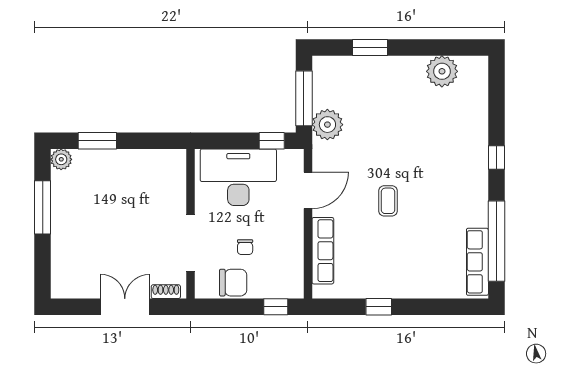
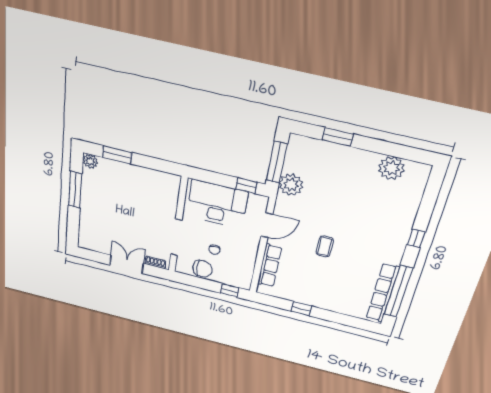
row of seats: (477, 262) -> (383, 293), width x1.36

